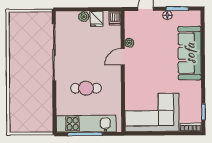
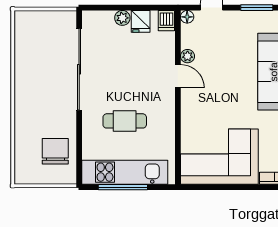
floor lamp: (167, 15) -> (187, 17), moved
door: (123, 57) -> (178, 76), swing flipped
chair: (38, 110) -> (55, 151), added

